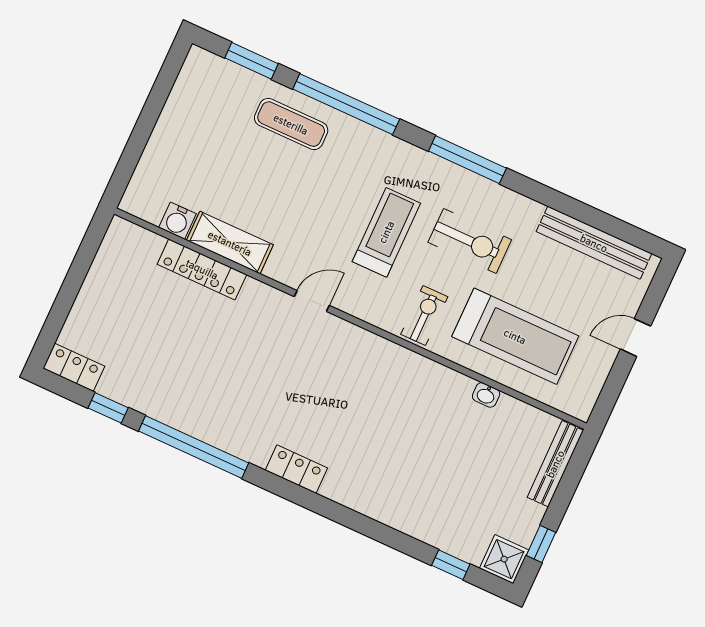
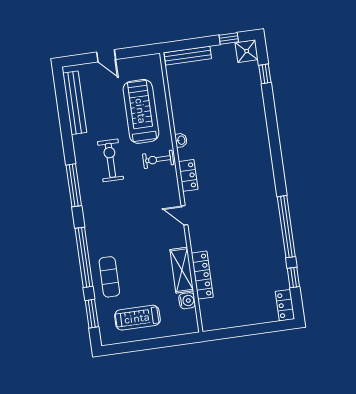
treadmill: (386, 232) -> (137, 318), moved
washbasin: (486, 395) -> (181, 140), moved
locker: (296, 469) -> (188, 175), moved, turned 180

